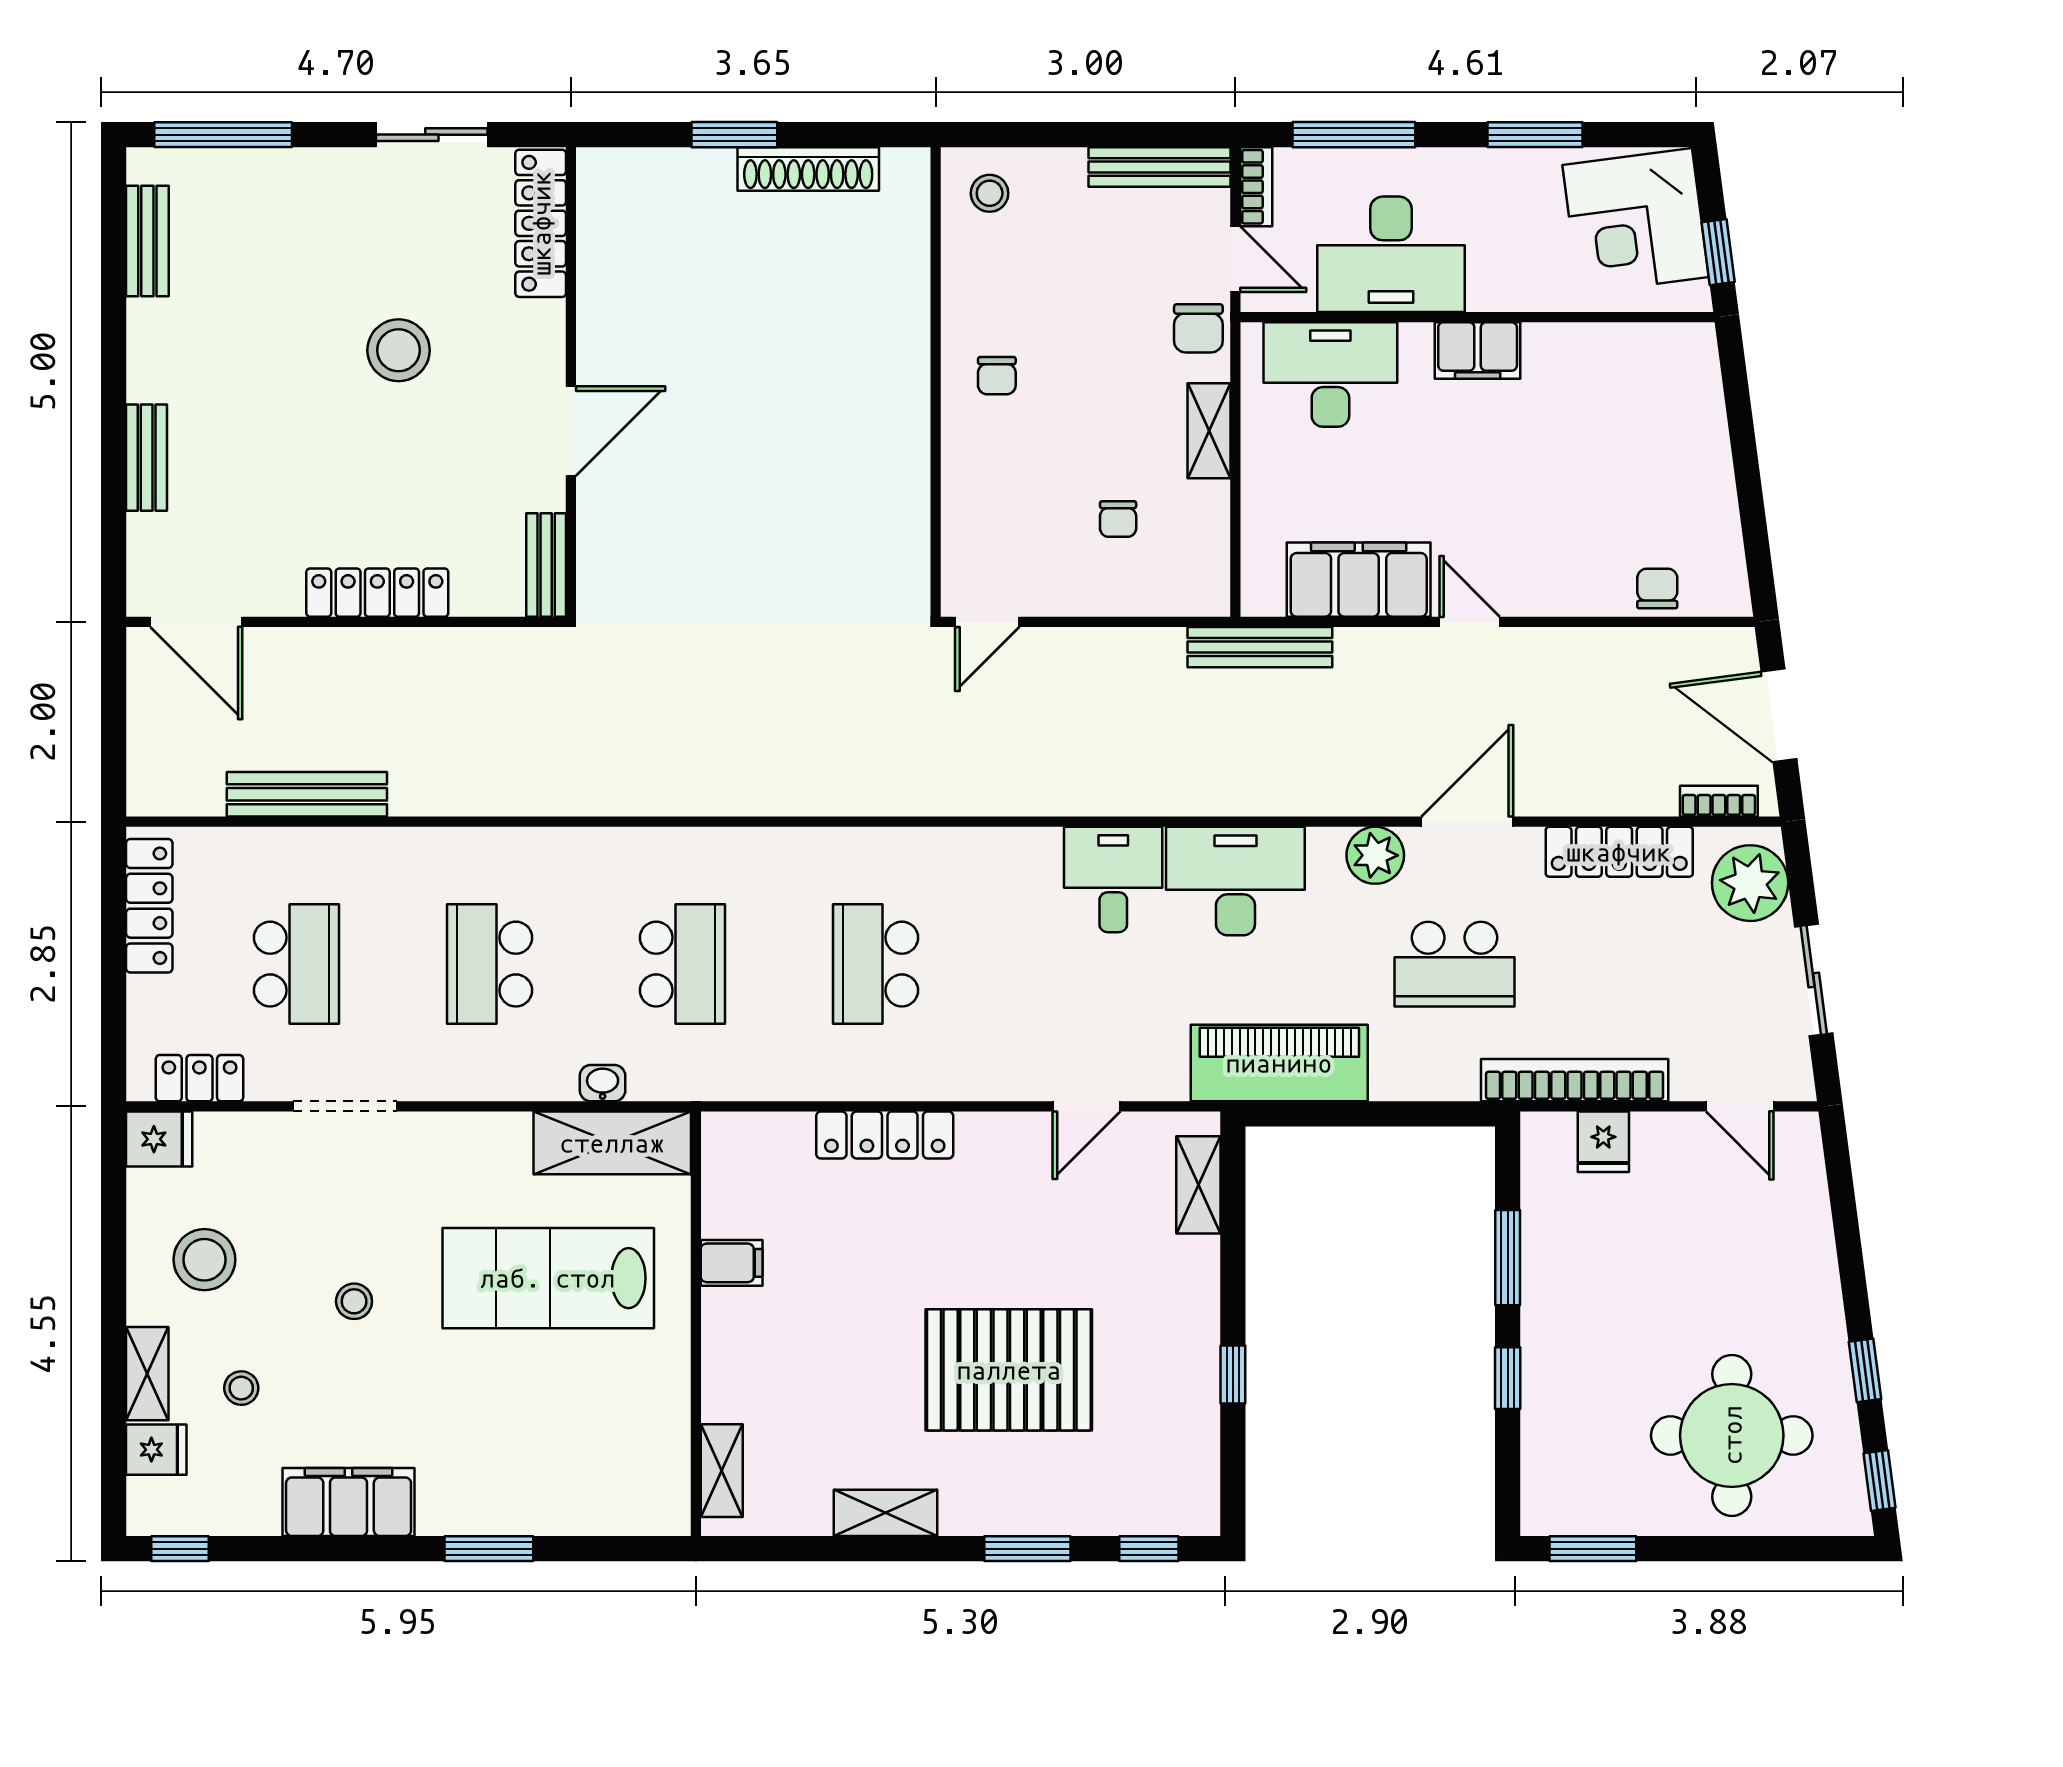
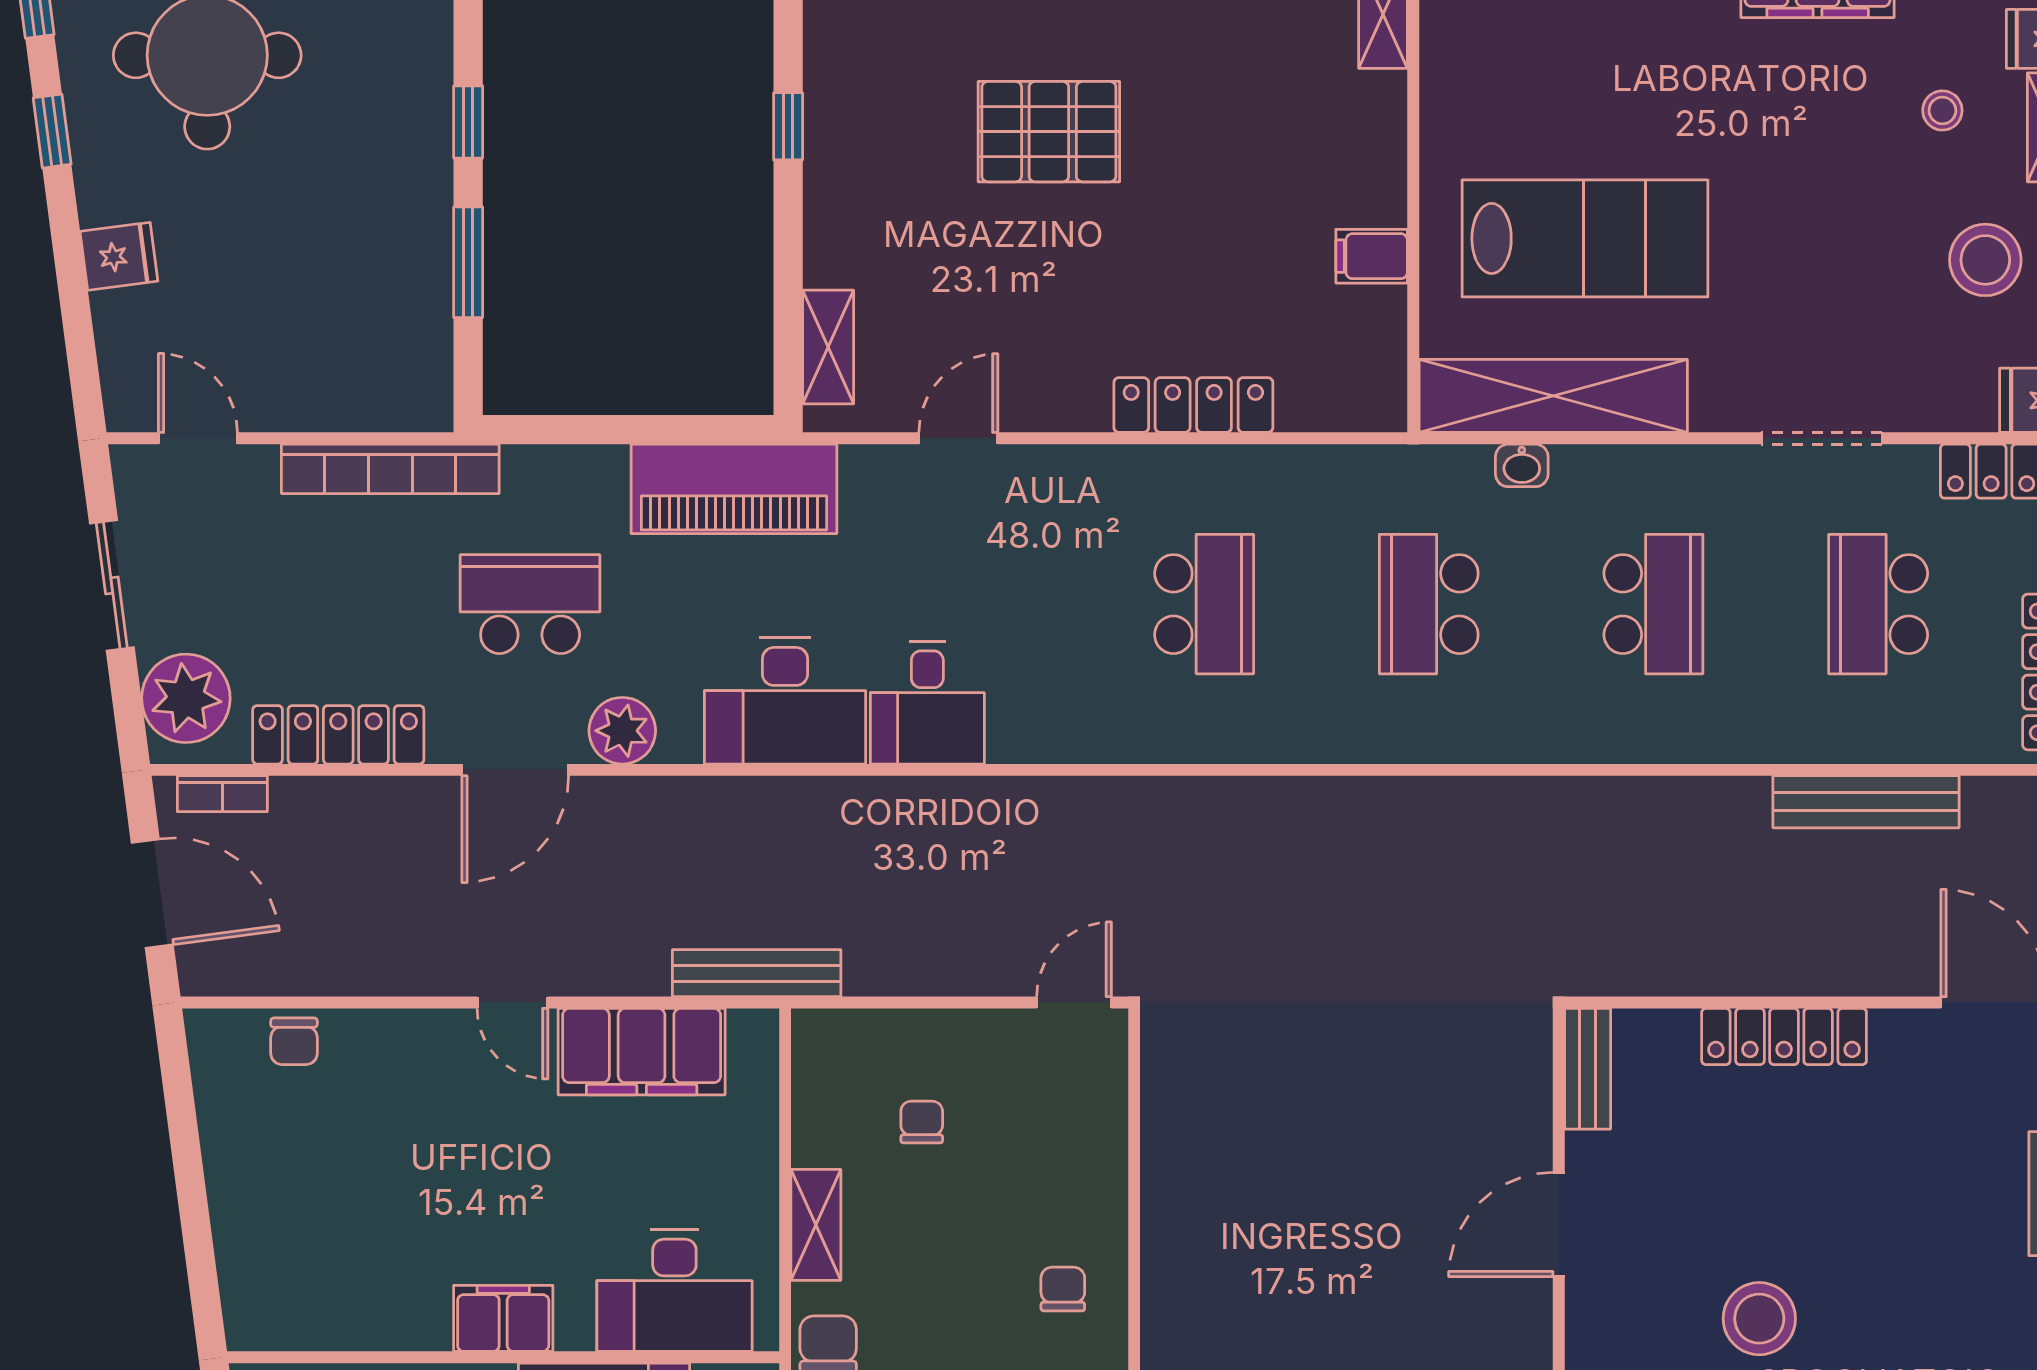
fridge: (1603, 1142) -> (119, 256), moved, turned 83
shelving: (612, 1143) -> (1553, 396), width x1.47
stool: (354, 1301) -> (1811, 211), removed
pallet: (1009, 1370) -> (1049, 132), width x0.73, depth x0.71

